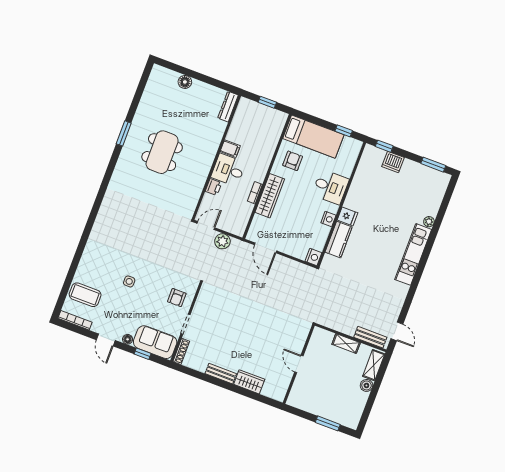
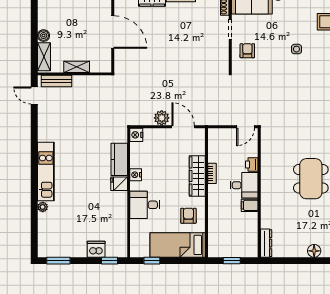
armchair: (293, 161) -> (188, 216), turned 180
plant: (222, 241) -> (162, 118), moved
door: (299, 364) -> (113, 32), width x1.88

